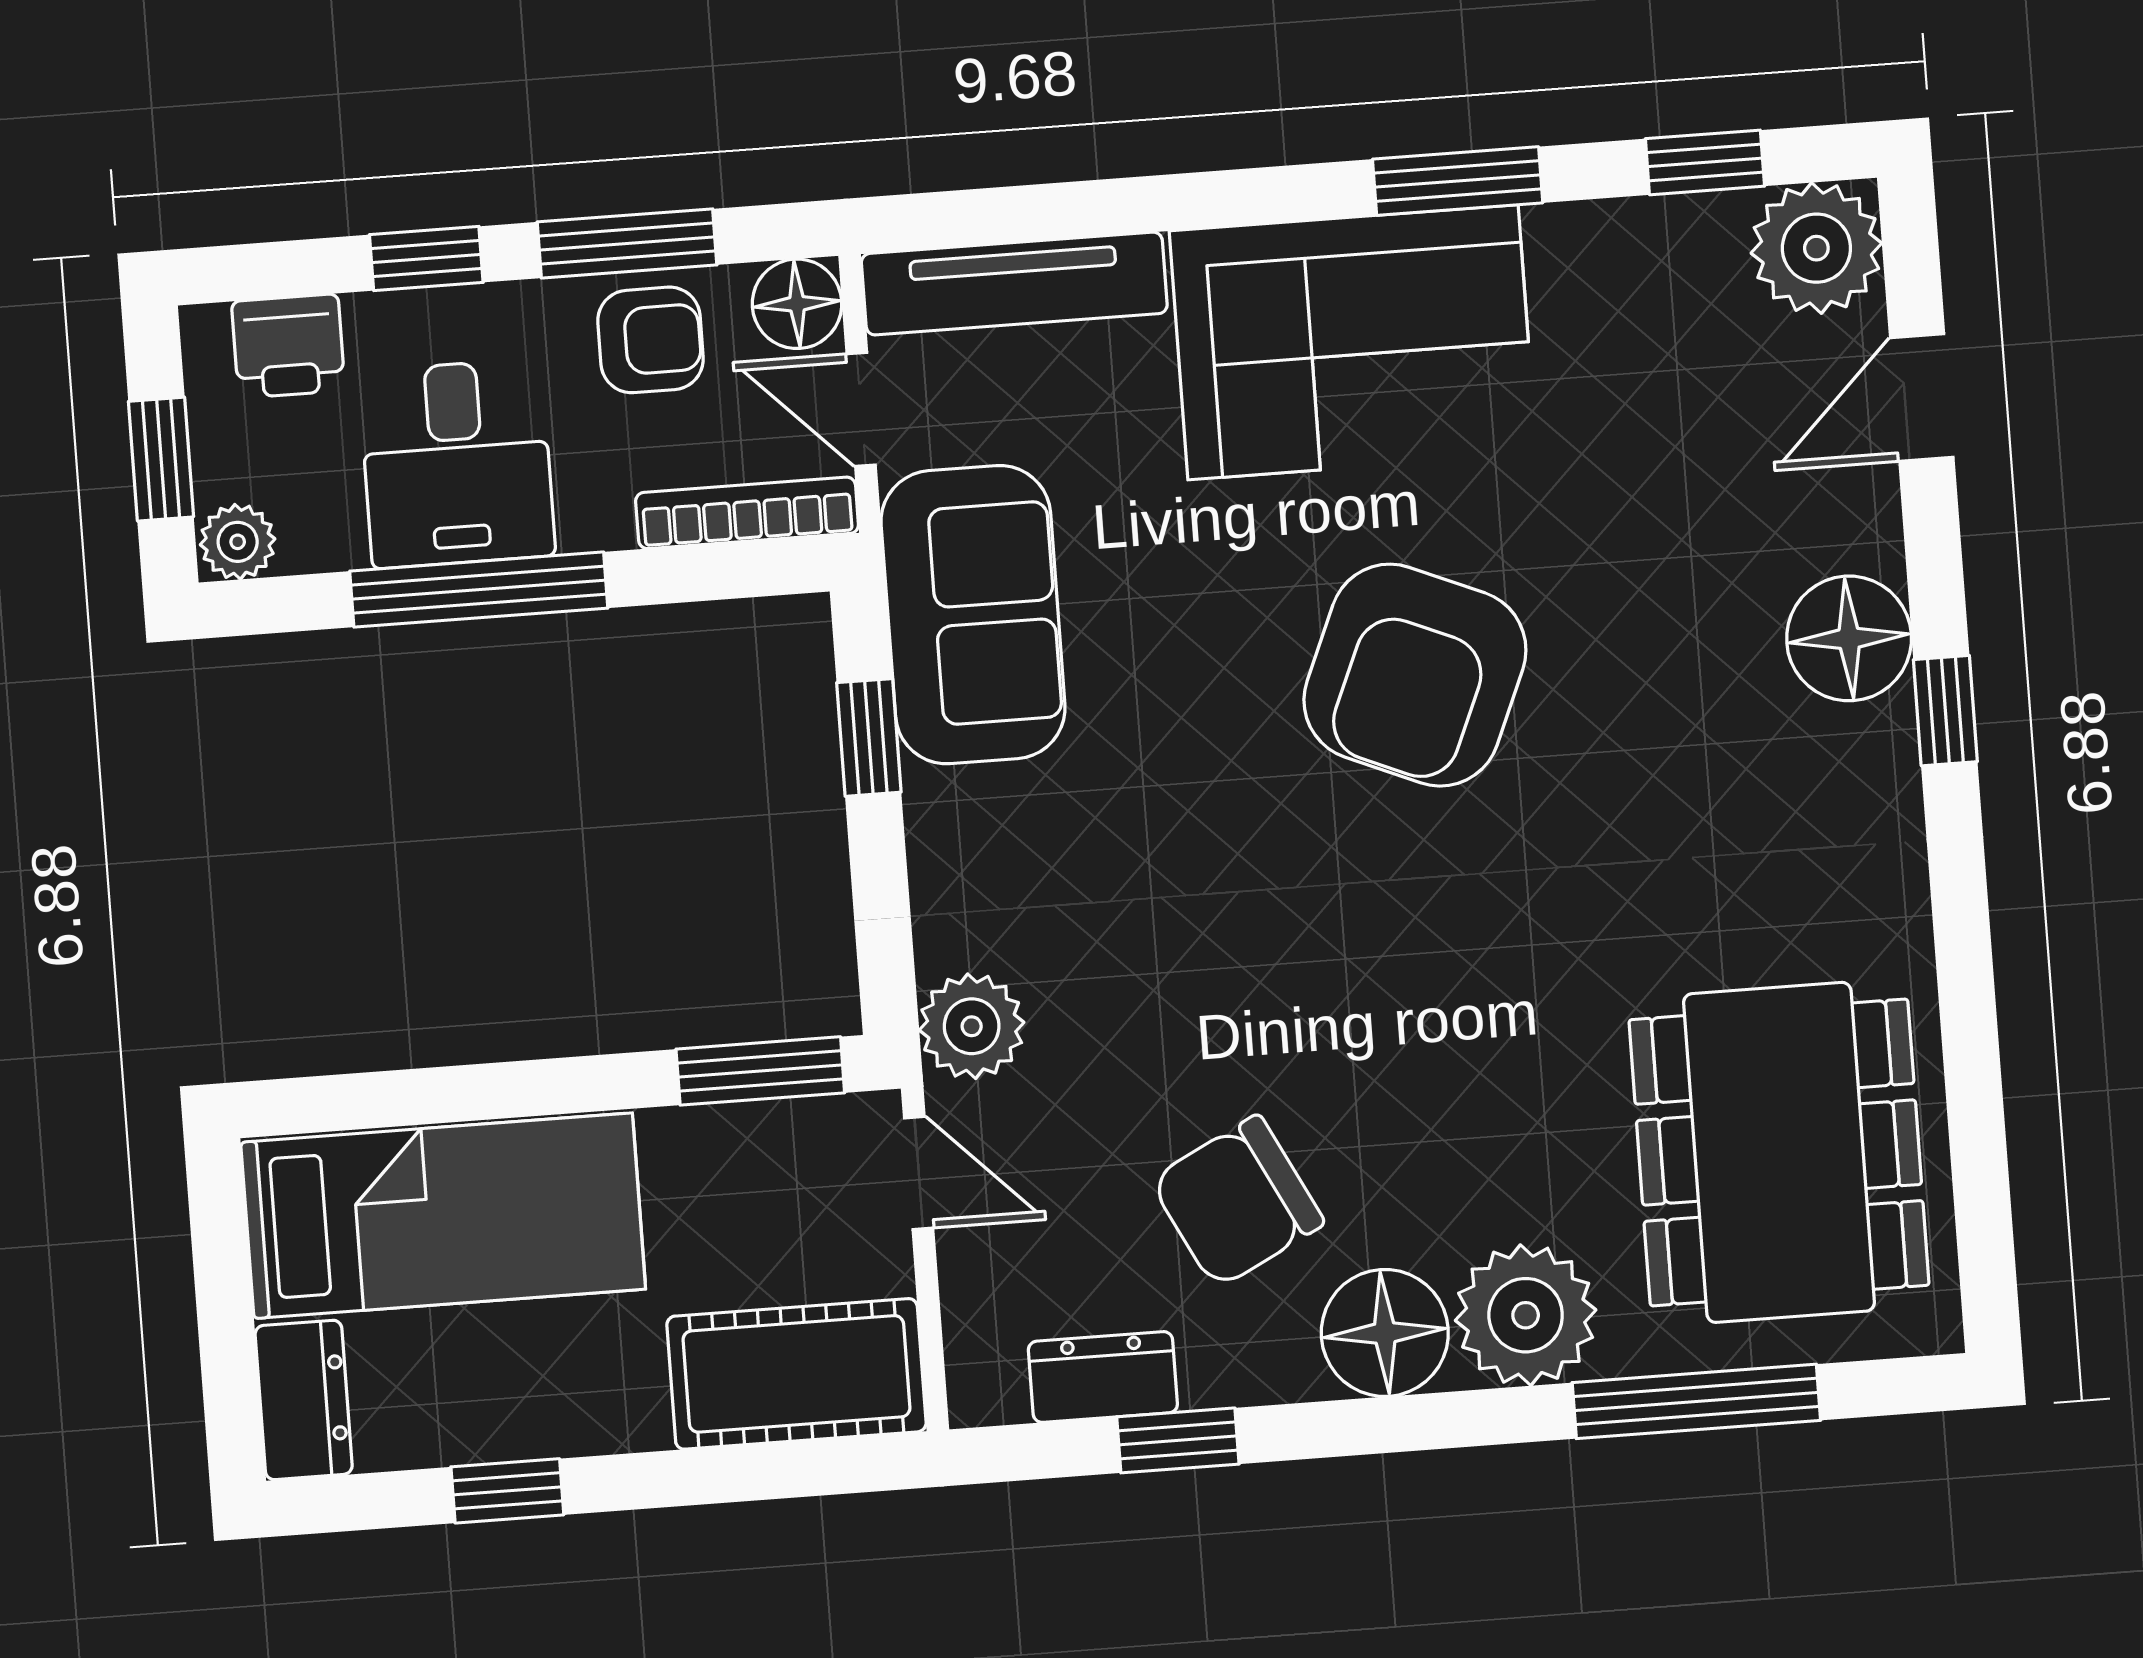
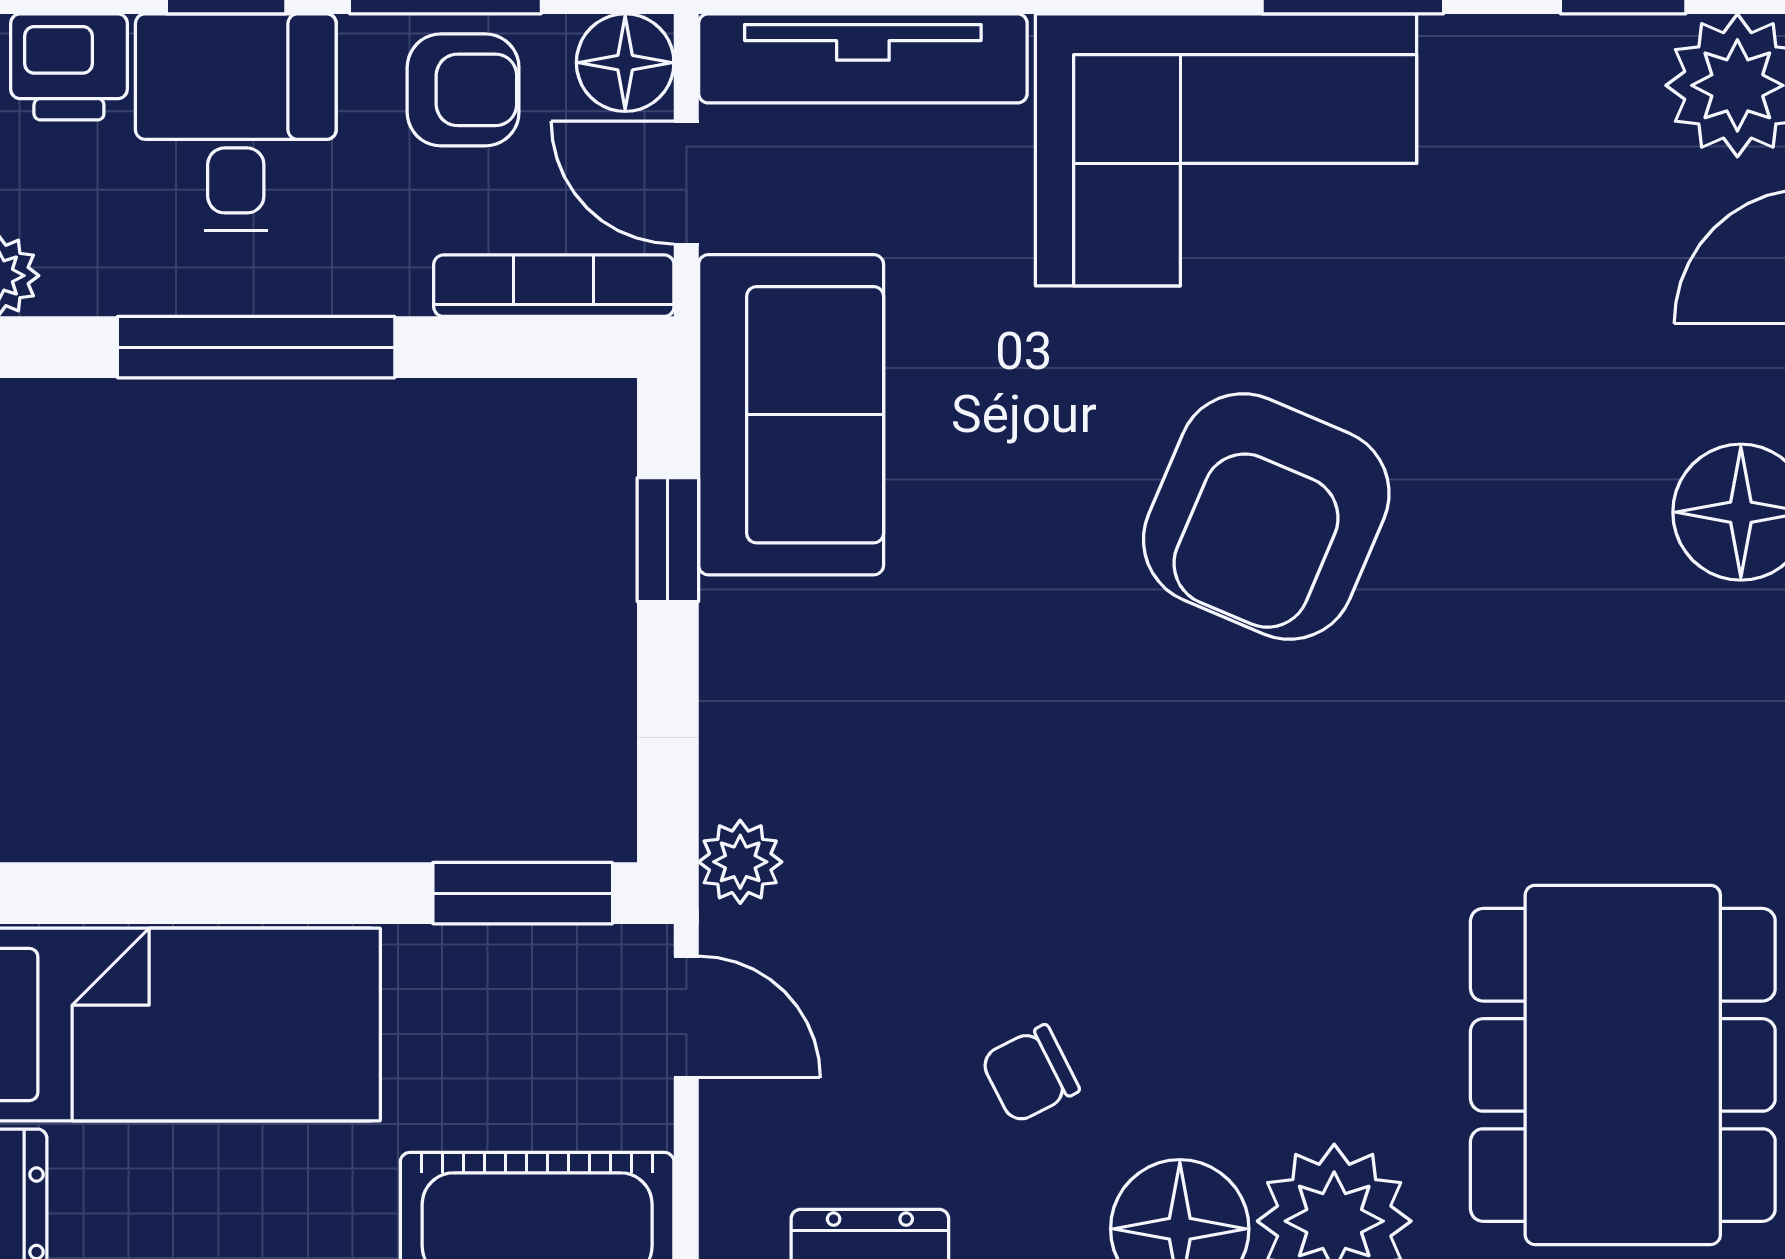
desk: (457, 463) -> (236, 122), moved, turned 180
plant: (972, 1026) -> (740, 862), width x0.73, depth x0.73
chair: (1237, 1202) -> (1030, 1074), width x0.54, depth x0.54

